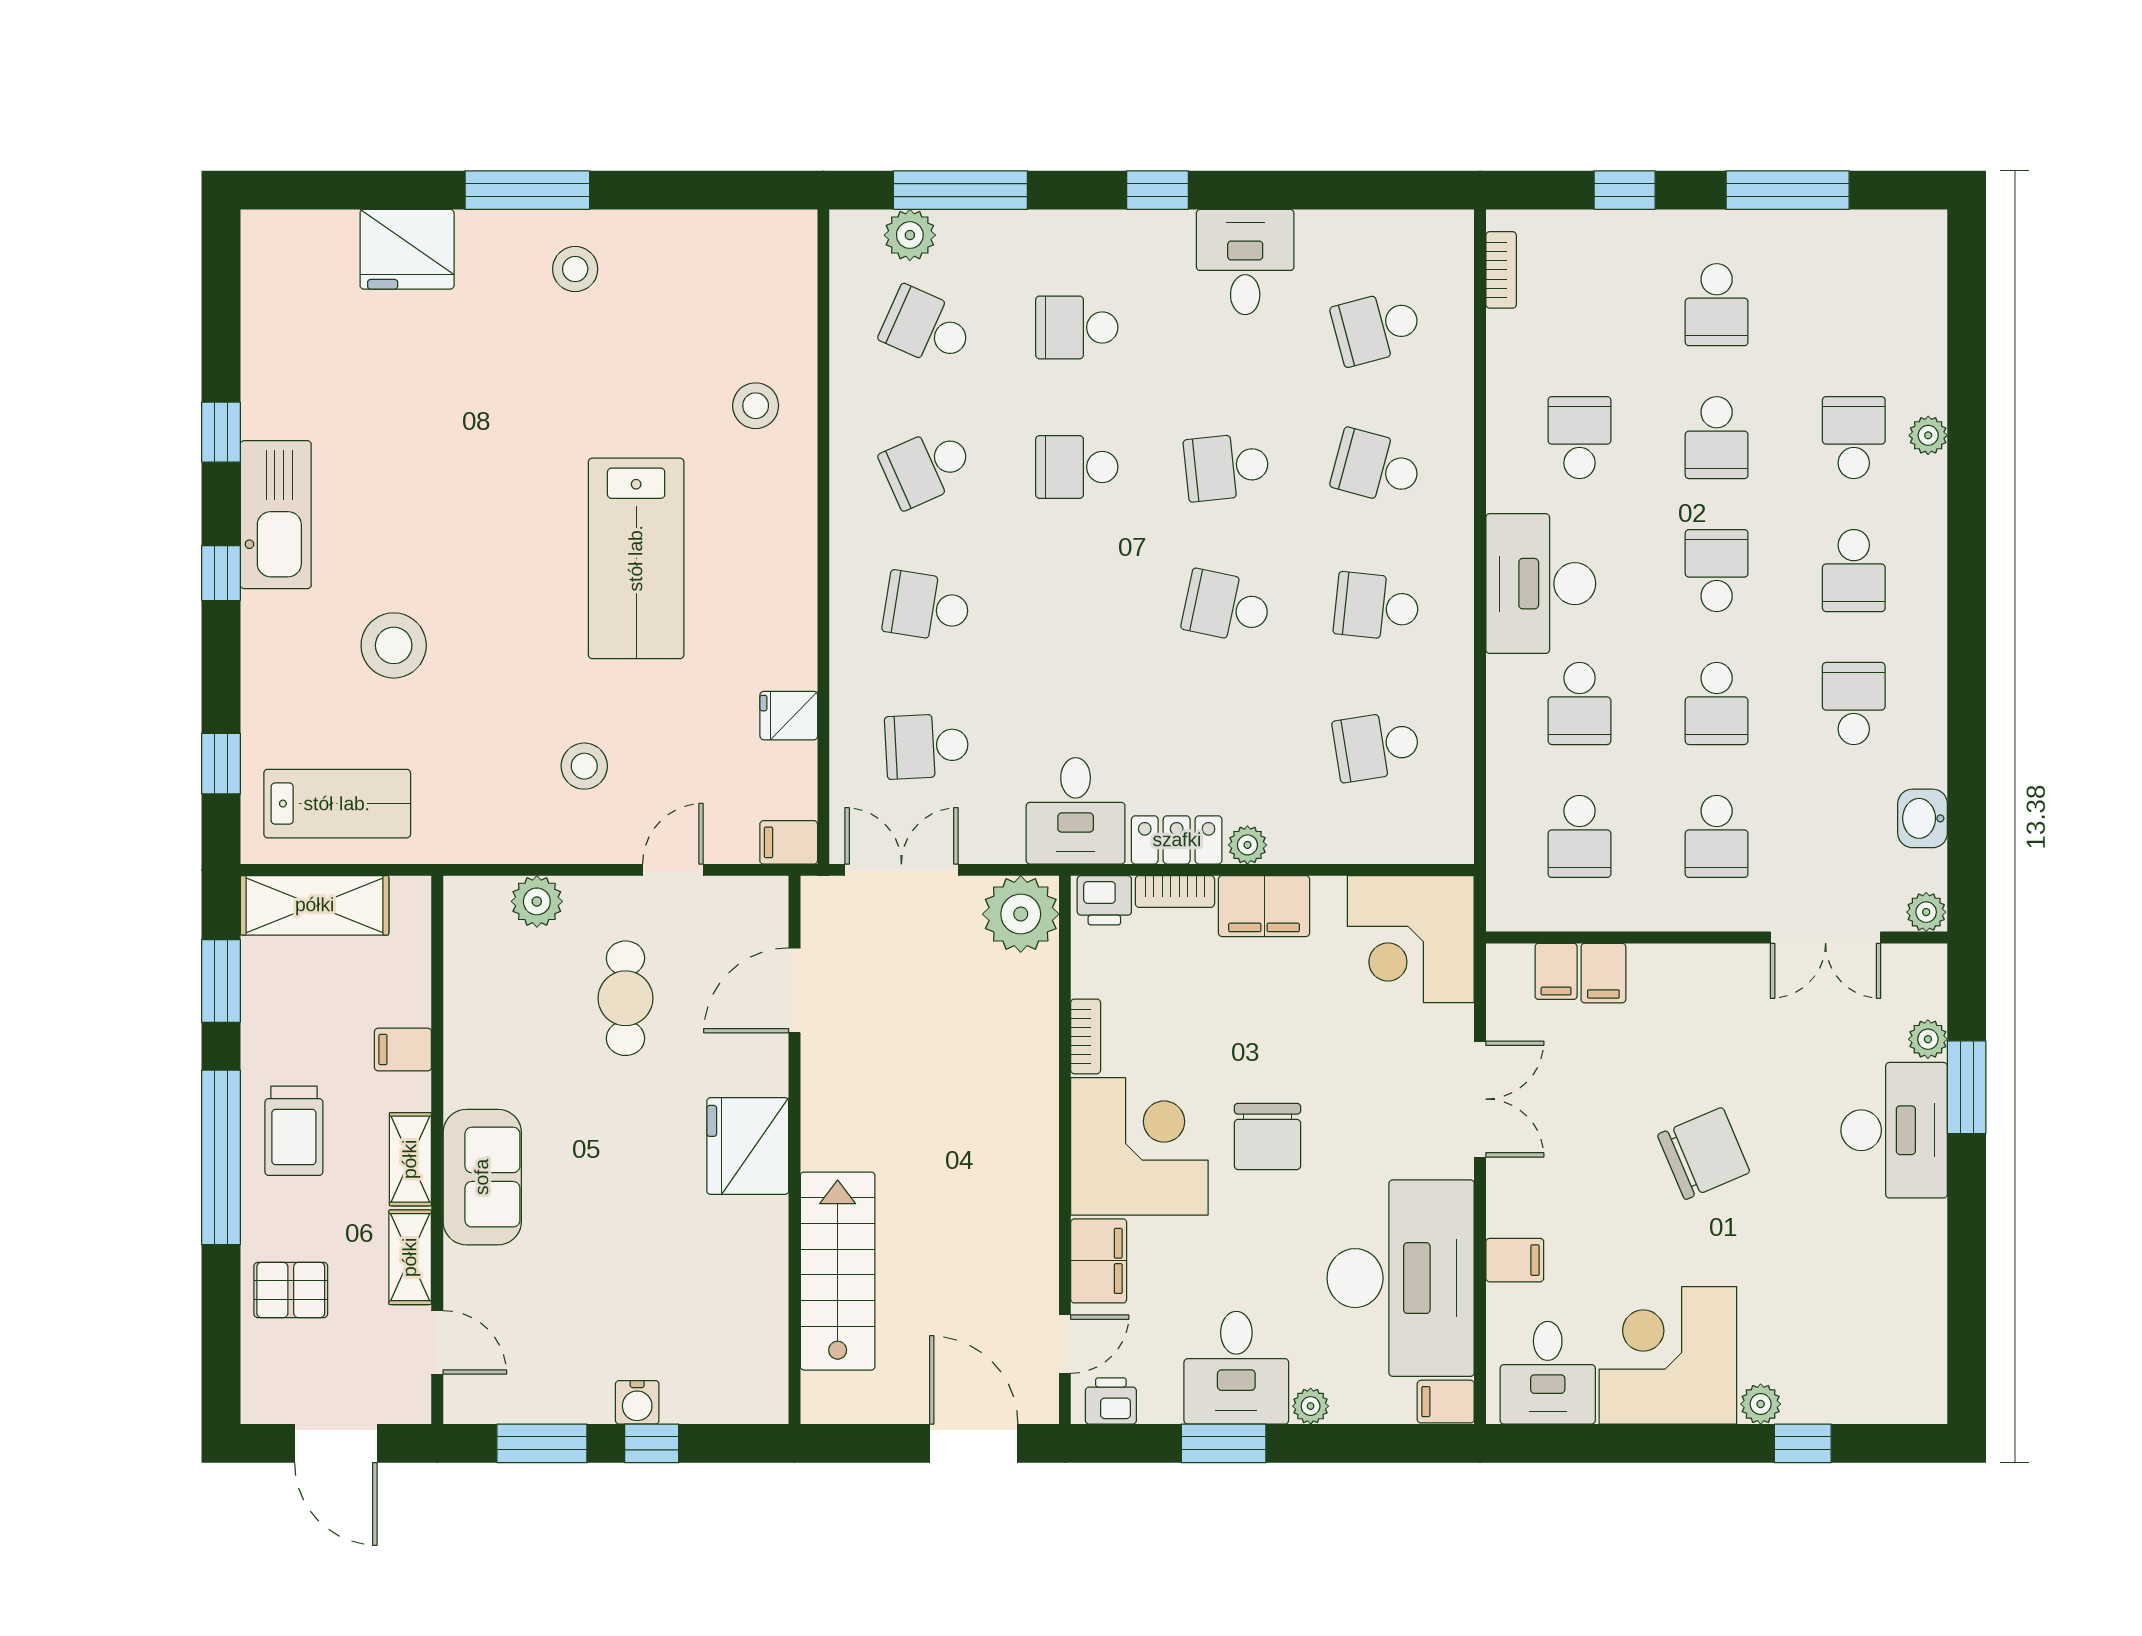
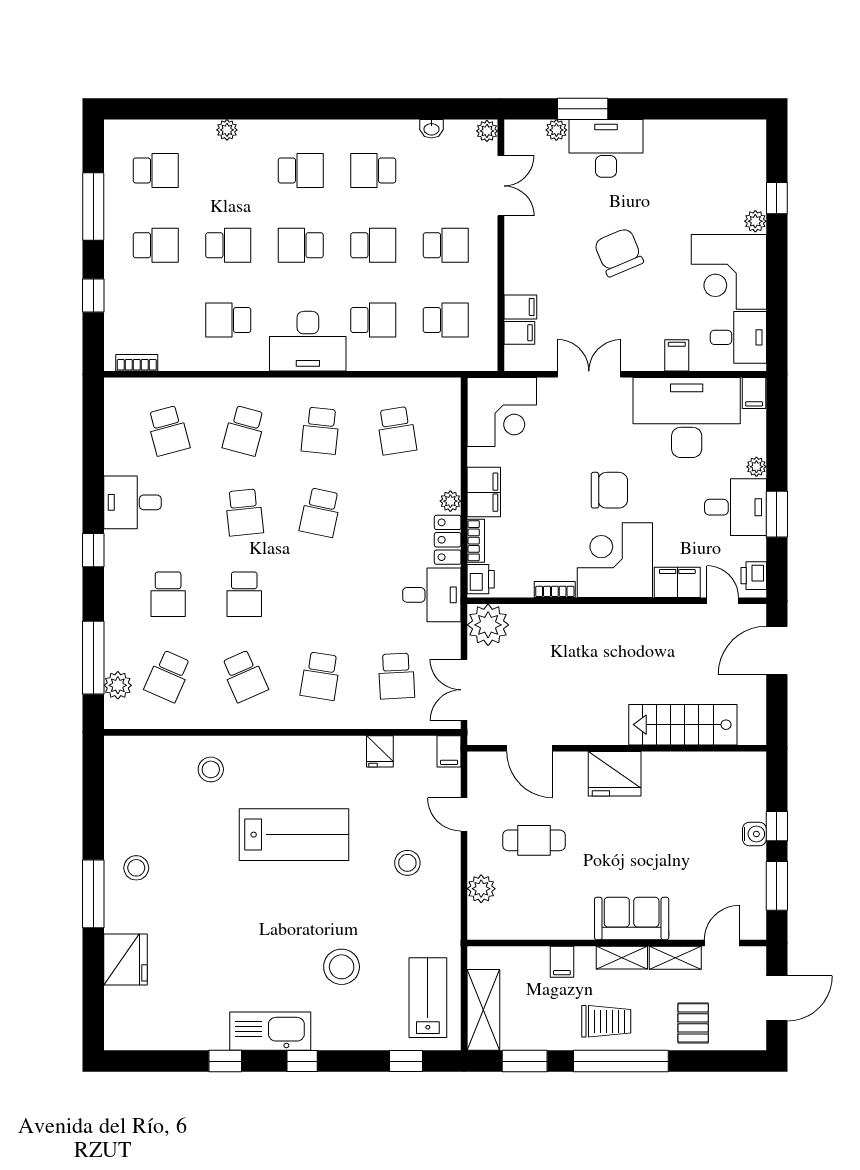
school desk: (1854, 438) -> (156, 170), moved, turned 180
washbasin: (1923, 818) -> (431, 129), width x0.72, depth x0.69

